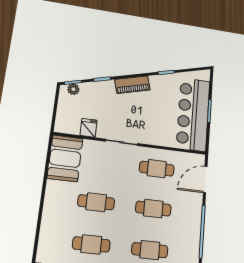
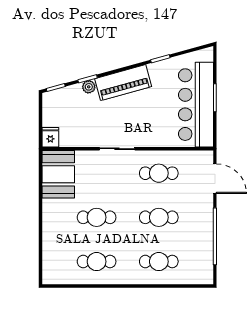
piano: (132, 85) -> (123, 83), width x1.37, depth x1.33
plant: (73, 89) -> (89, 87), moved
fridge: (89, 128) -> (50, 137), moved
door: (205, 180) -> (215, 179), swing flipped

